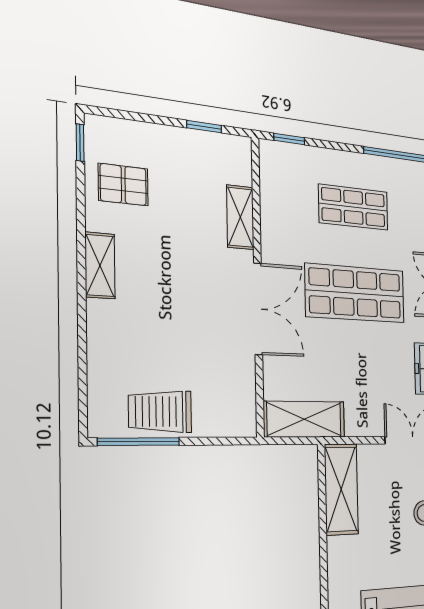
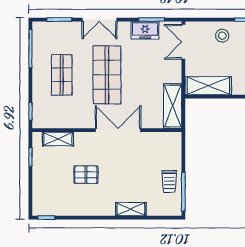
pallet: (123, 185) -> (86, 175), moved, turned 90
shelving: (240, 217) -> (58, 139), moved
shelving: (100, 265) -> (131, 209), moved
trolley: (160, 412) -> (169, 181), width x0.73, depth x0.72

